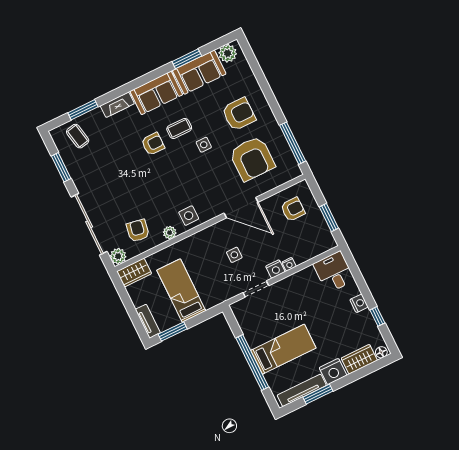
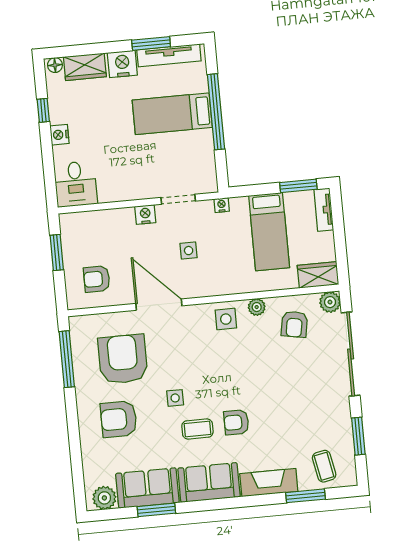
fireplace: (117, 105) -> (269, 483), width x1.37, depth x1.32
nightstand: (289, 264) -> (222, 205), moved

